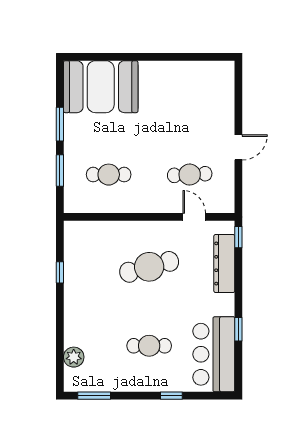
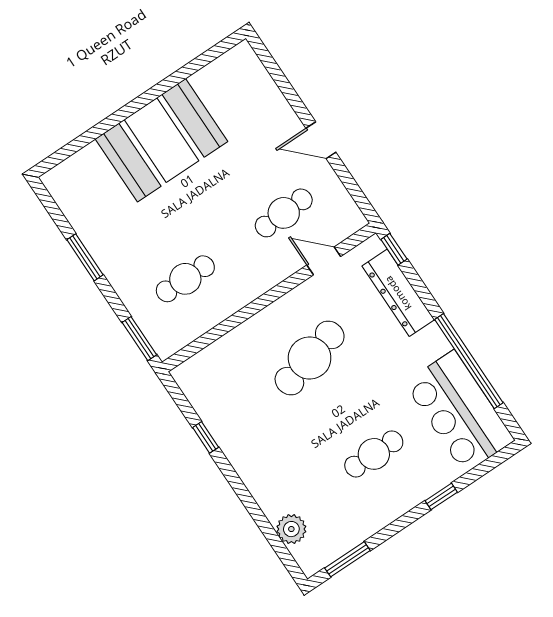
booth: (101, 87) -> (162, 140), moved
door: (238, 147) -> (321, 140), swing flipped
window: (60, 170) -> (139, 339), moved
window: (238, 329) -> (469, 361), width x3.17

